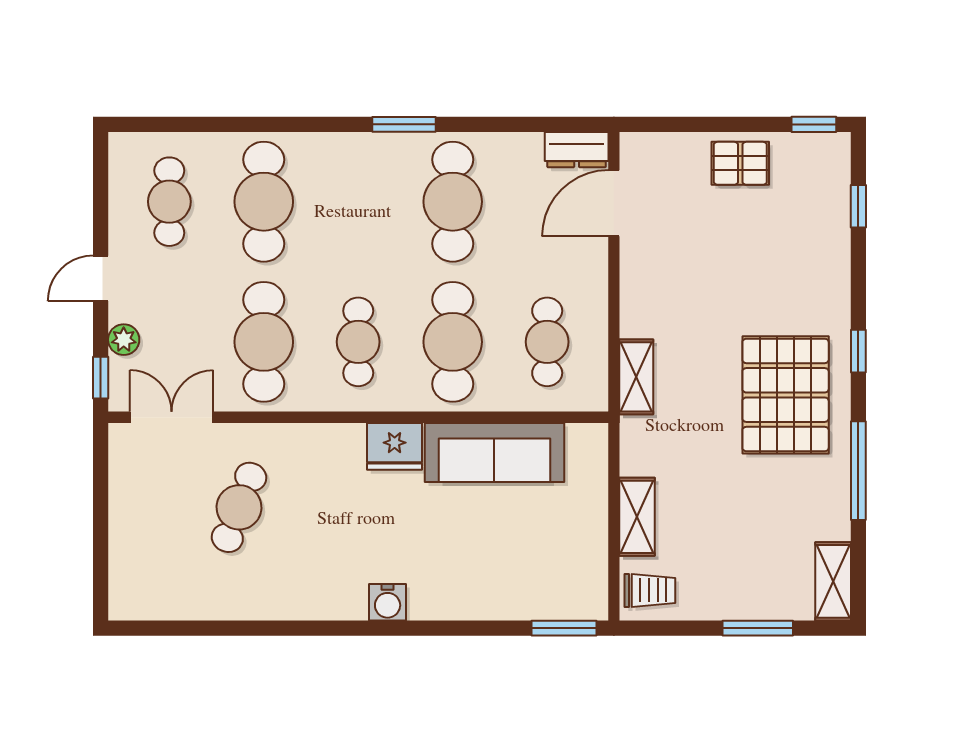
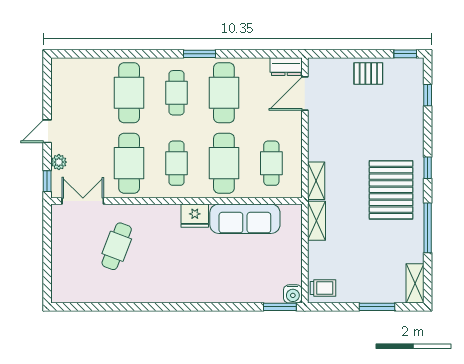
cafe table: (169, 202) -> (177, 93), moved
shelving: (637, 517) -> (317, 221), moved
water cooler: (388, 602) -> (293, 294), moved

